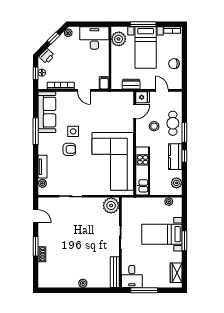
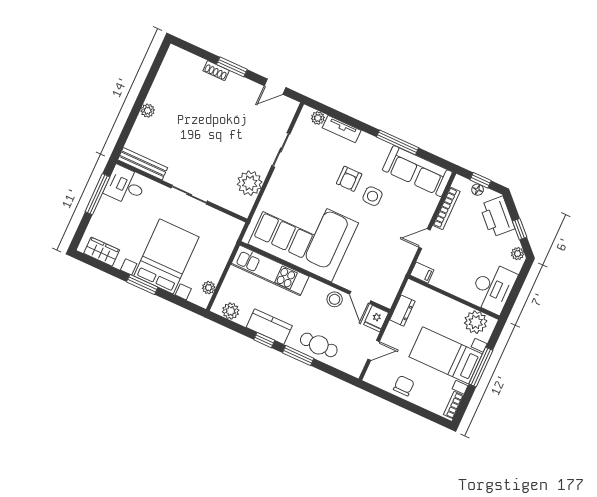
printer: (47, 56) -> (497, 217), width x1.87, depth x1.48
stool: (154, 126) -> (335, 299), moved
plant: (111, 205) -> (250, 183), moved
bed with nightstands: (162, 234) -> (166, 256), width x1.36

